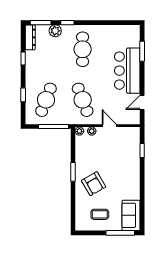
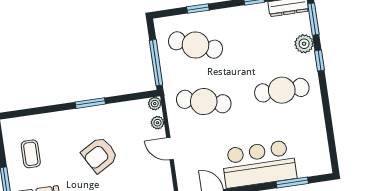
cafe table: (83, 100) -> (204, 102), turned 36
door: (109, 126) -> (170, 149), swing flipped
armchair: (94, 184) -> (100, 155), moved

